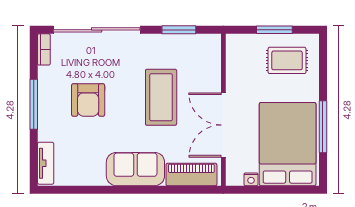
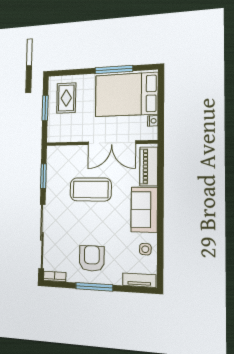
armchair: (88, 100) -> (92, 258), moved, turned -90
side table: (85, 171) -> (145, 249), added

